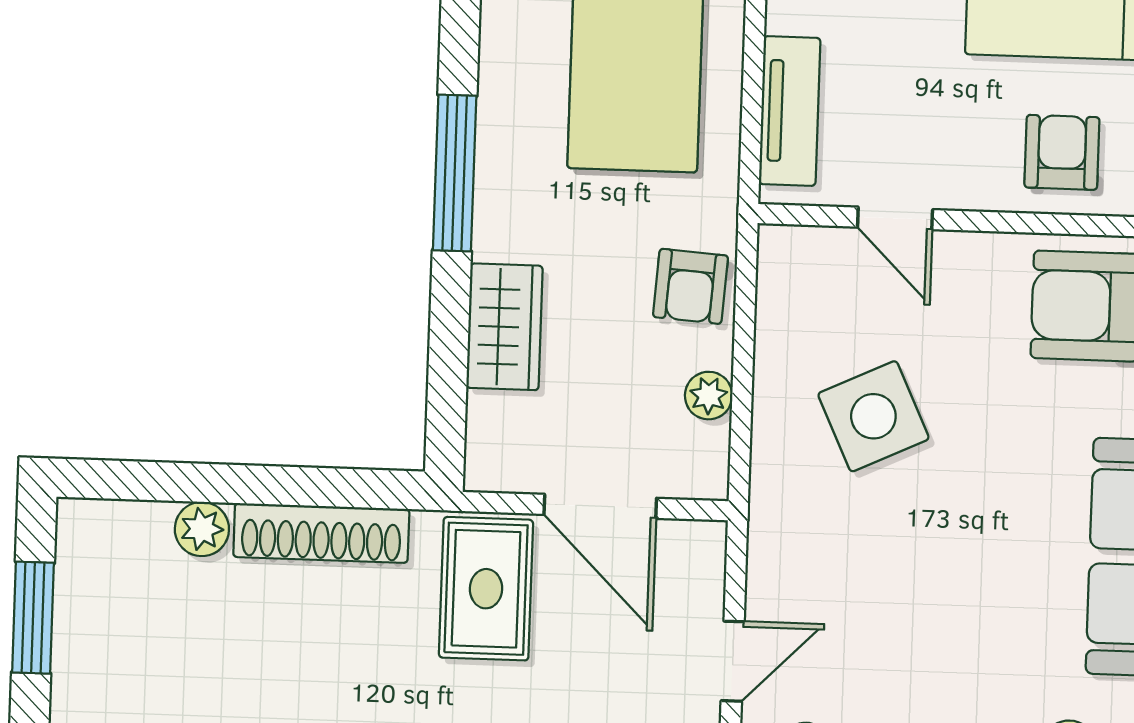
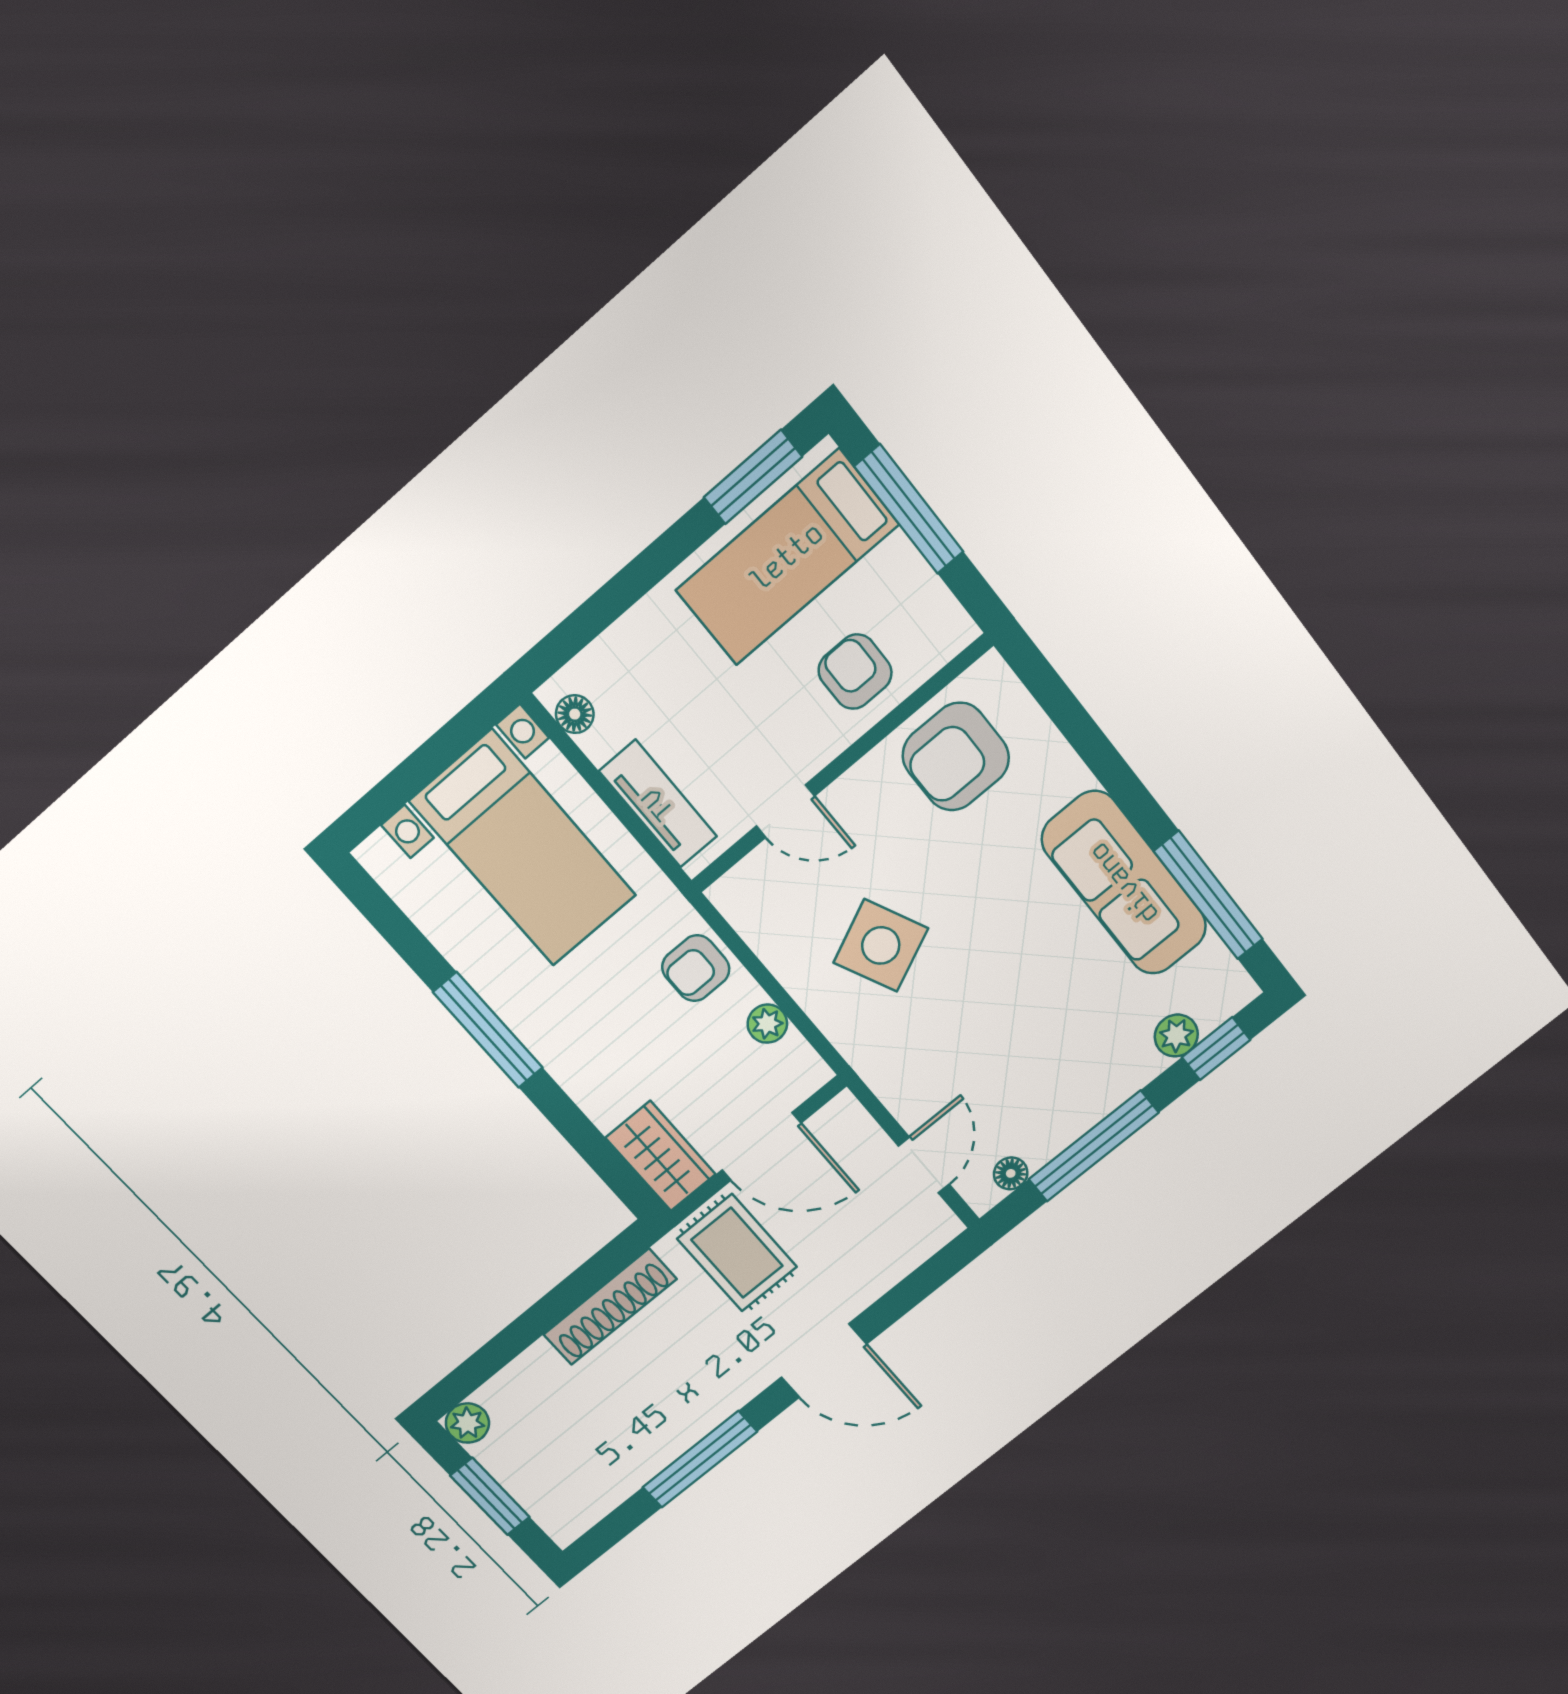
armchair: (691, 286) -> (696, 968), turned 86
wardrobe: (504, 327) -> (661, 1156), moved
plant: (202, 529) -> (467, 1423), moved

